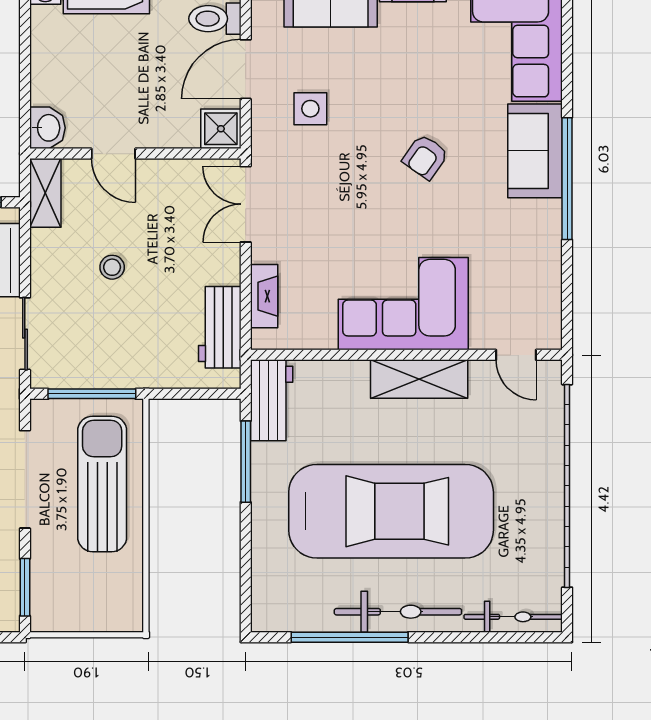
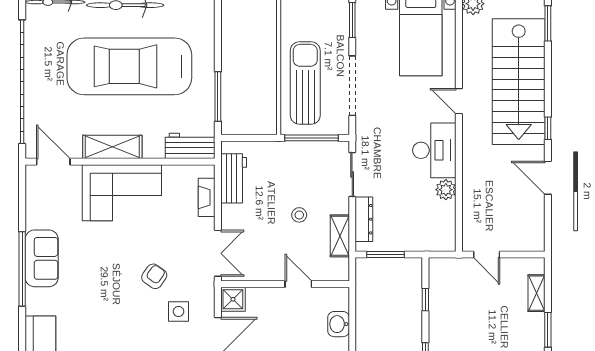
washbasin: (48, 128) -> (339, 324), moved
sofa: (535, 151) -> (42, 258), moved
armchair: (425, 157) -> (154, 276), moved
shelving: (45, 193) -> (340, 236), moved
door: (516, 355) -> (53, 162), width x1.38
workbench: (272, 400) -> (190, 146), moved, turned 90
sun lounger: (102, 484) -> (305, 83), turned 180

